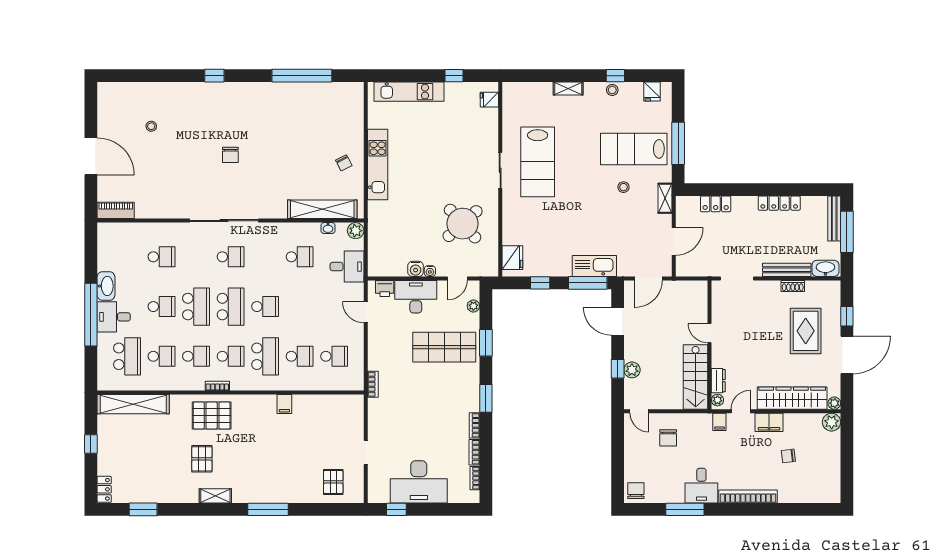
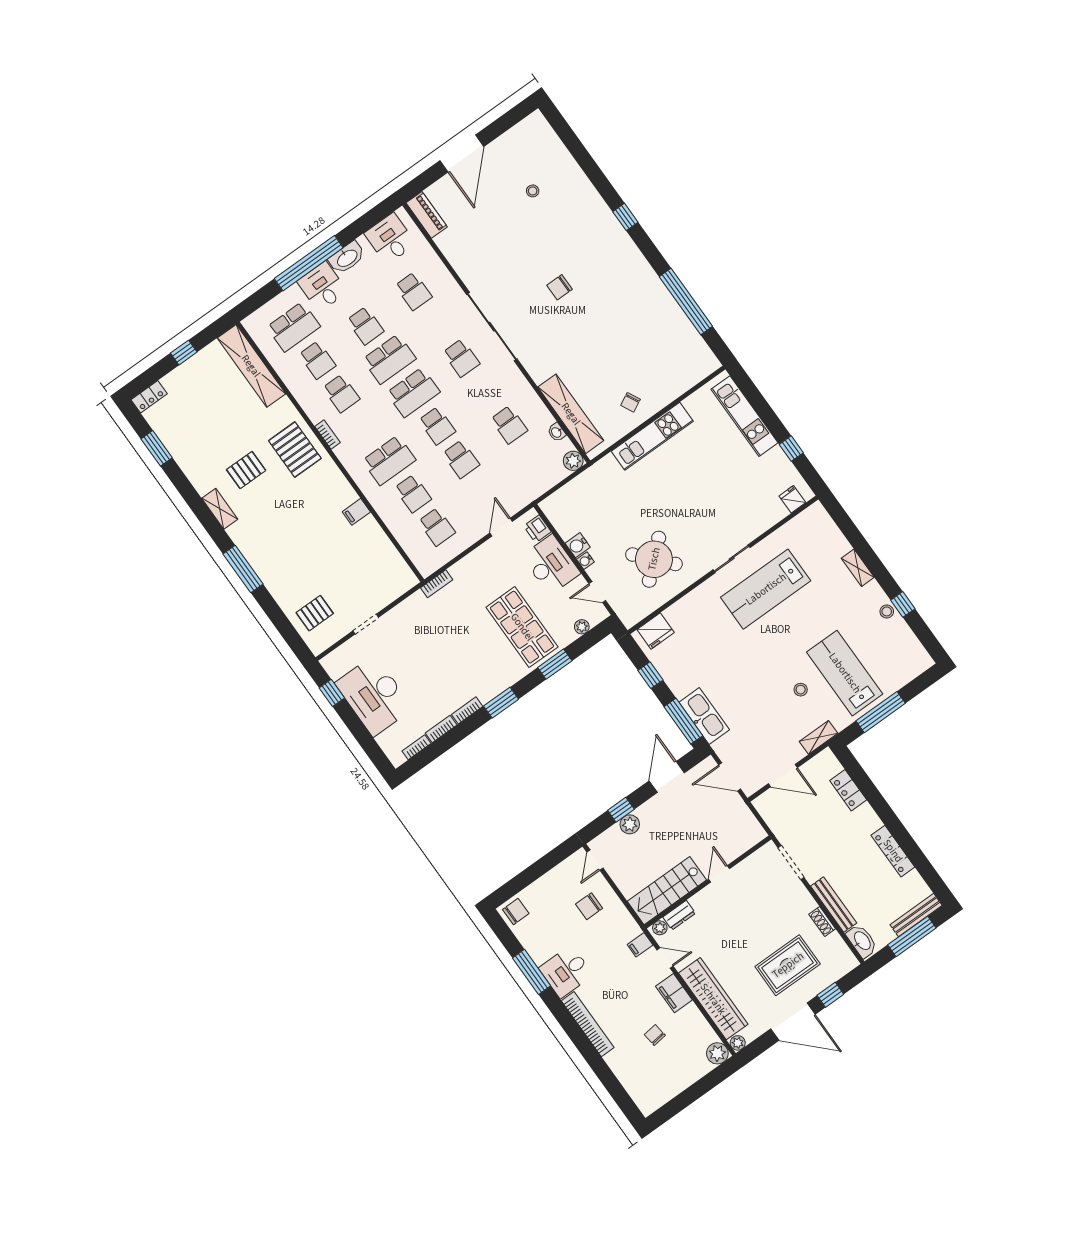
fridge: (652, 91) -> (913, 651), removed
desk: (347, 267) -> (390, 239), moved, turned 180
school desk: (231, 356) -> (461, 459), moved

